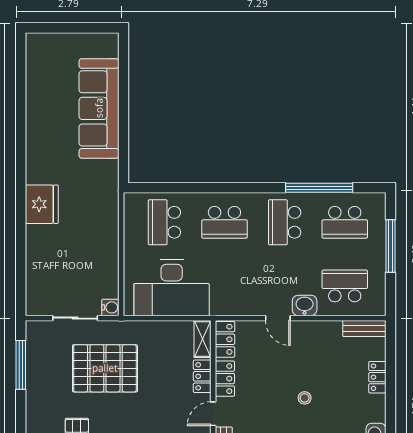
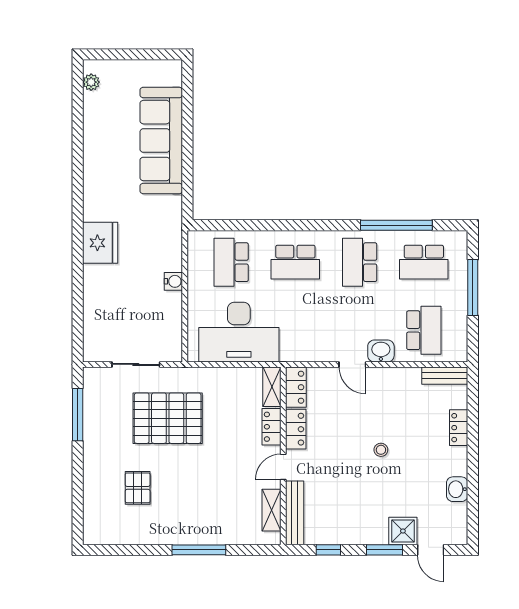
plant: (33, 54) -> (91, 82), added
school desk: (345, 286) -> (424, 330), turned 90
water cooler: (110, 307) -> (173, 281), moved

